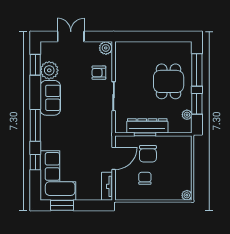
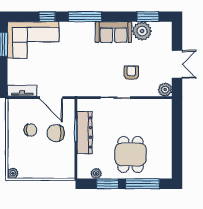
double door: (71, 36) -> (177, 64), moved
armchair: (99, 73) -> (131, 73), moved
dining table: (169, 81) -> (131, 154), turned 90

